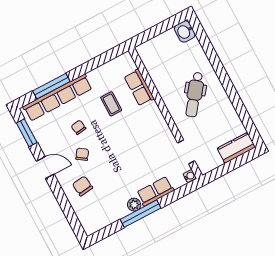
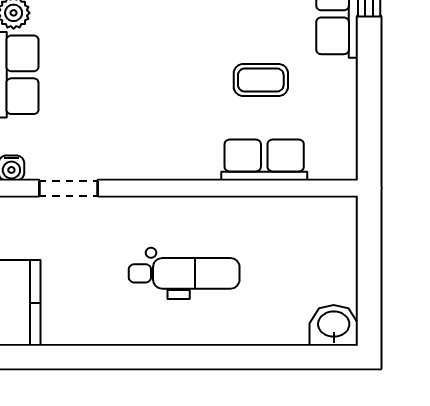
dental chair: (195, 95) -> (184, 273), turned 142

